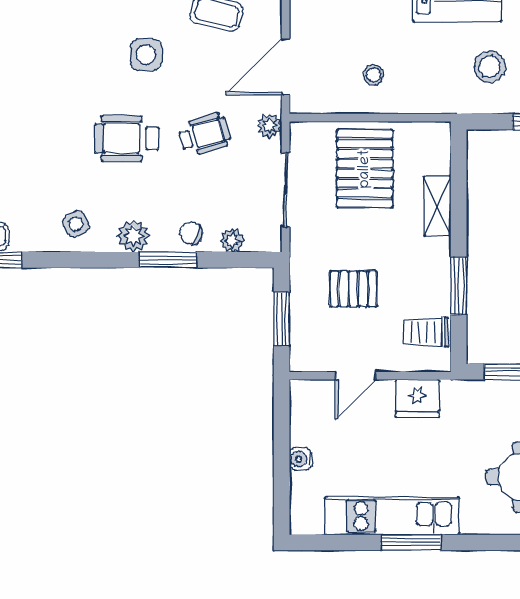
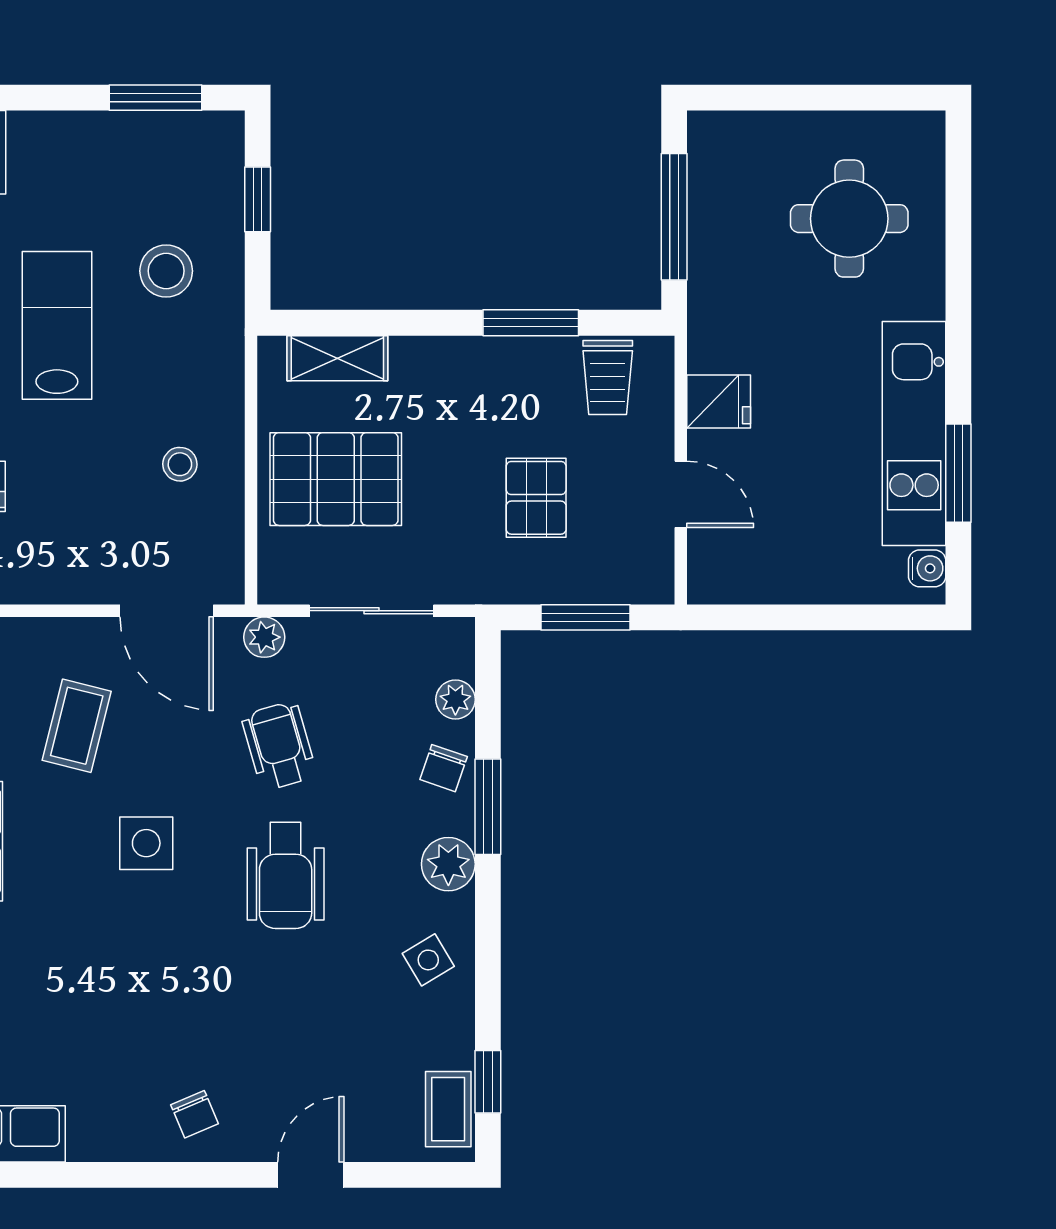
shelving: (437, 206) -> (337, 358), moved
fridge: (418, 398) -> (719, 401), width x0.72
water cooler: (300, 459) -> (927, 568), moved, turned -90
window: (411, 543) -> (958, 473), moved

